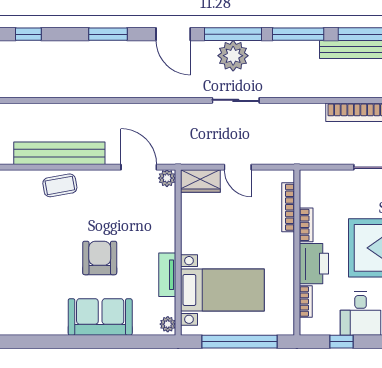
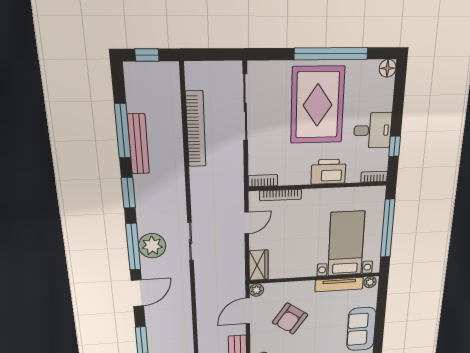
window: (298, 34) -> (128, 193), width x0.69
door: (238, 167) -> (247, 223), moved
bookcase: (306, 225) -> (263, 181), moved
armchair: (100, 258) -> (290, 319), moved, turned -55
tv unit: (167, 275) -> (339, 285), width x1.41
bookcase: (306, 301) -> (374, 177), moved

